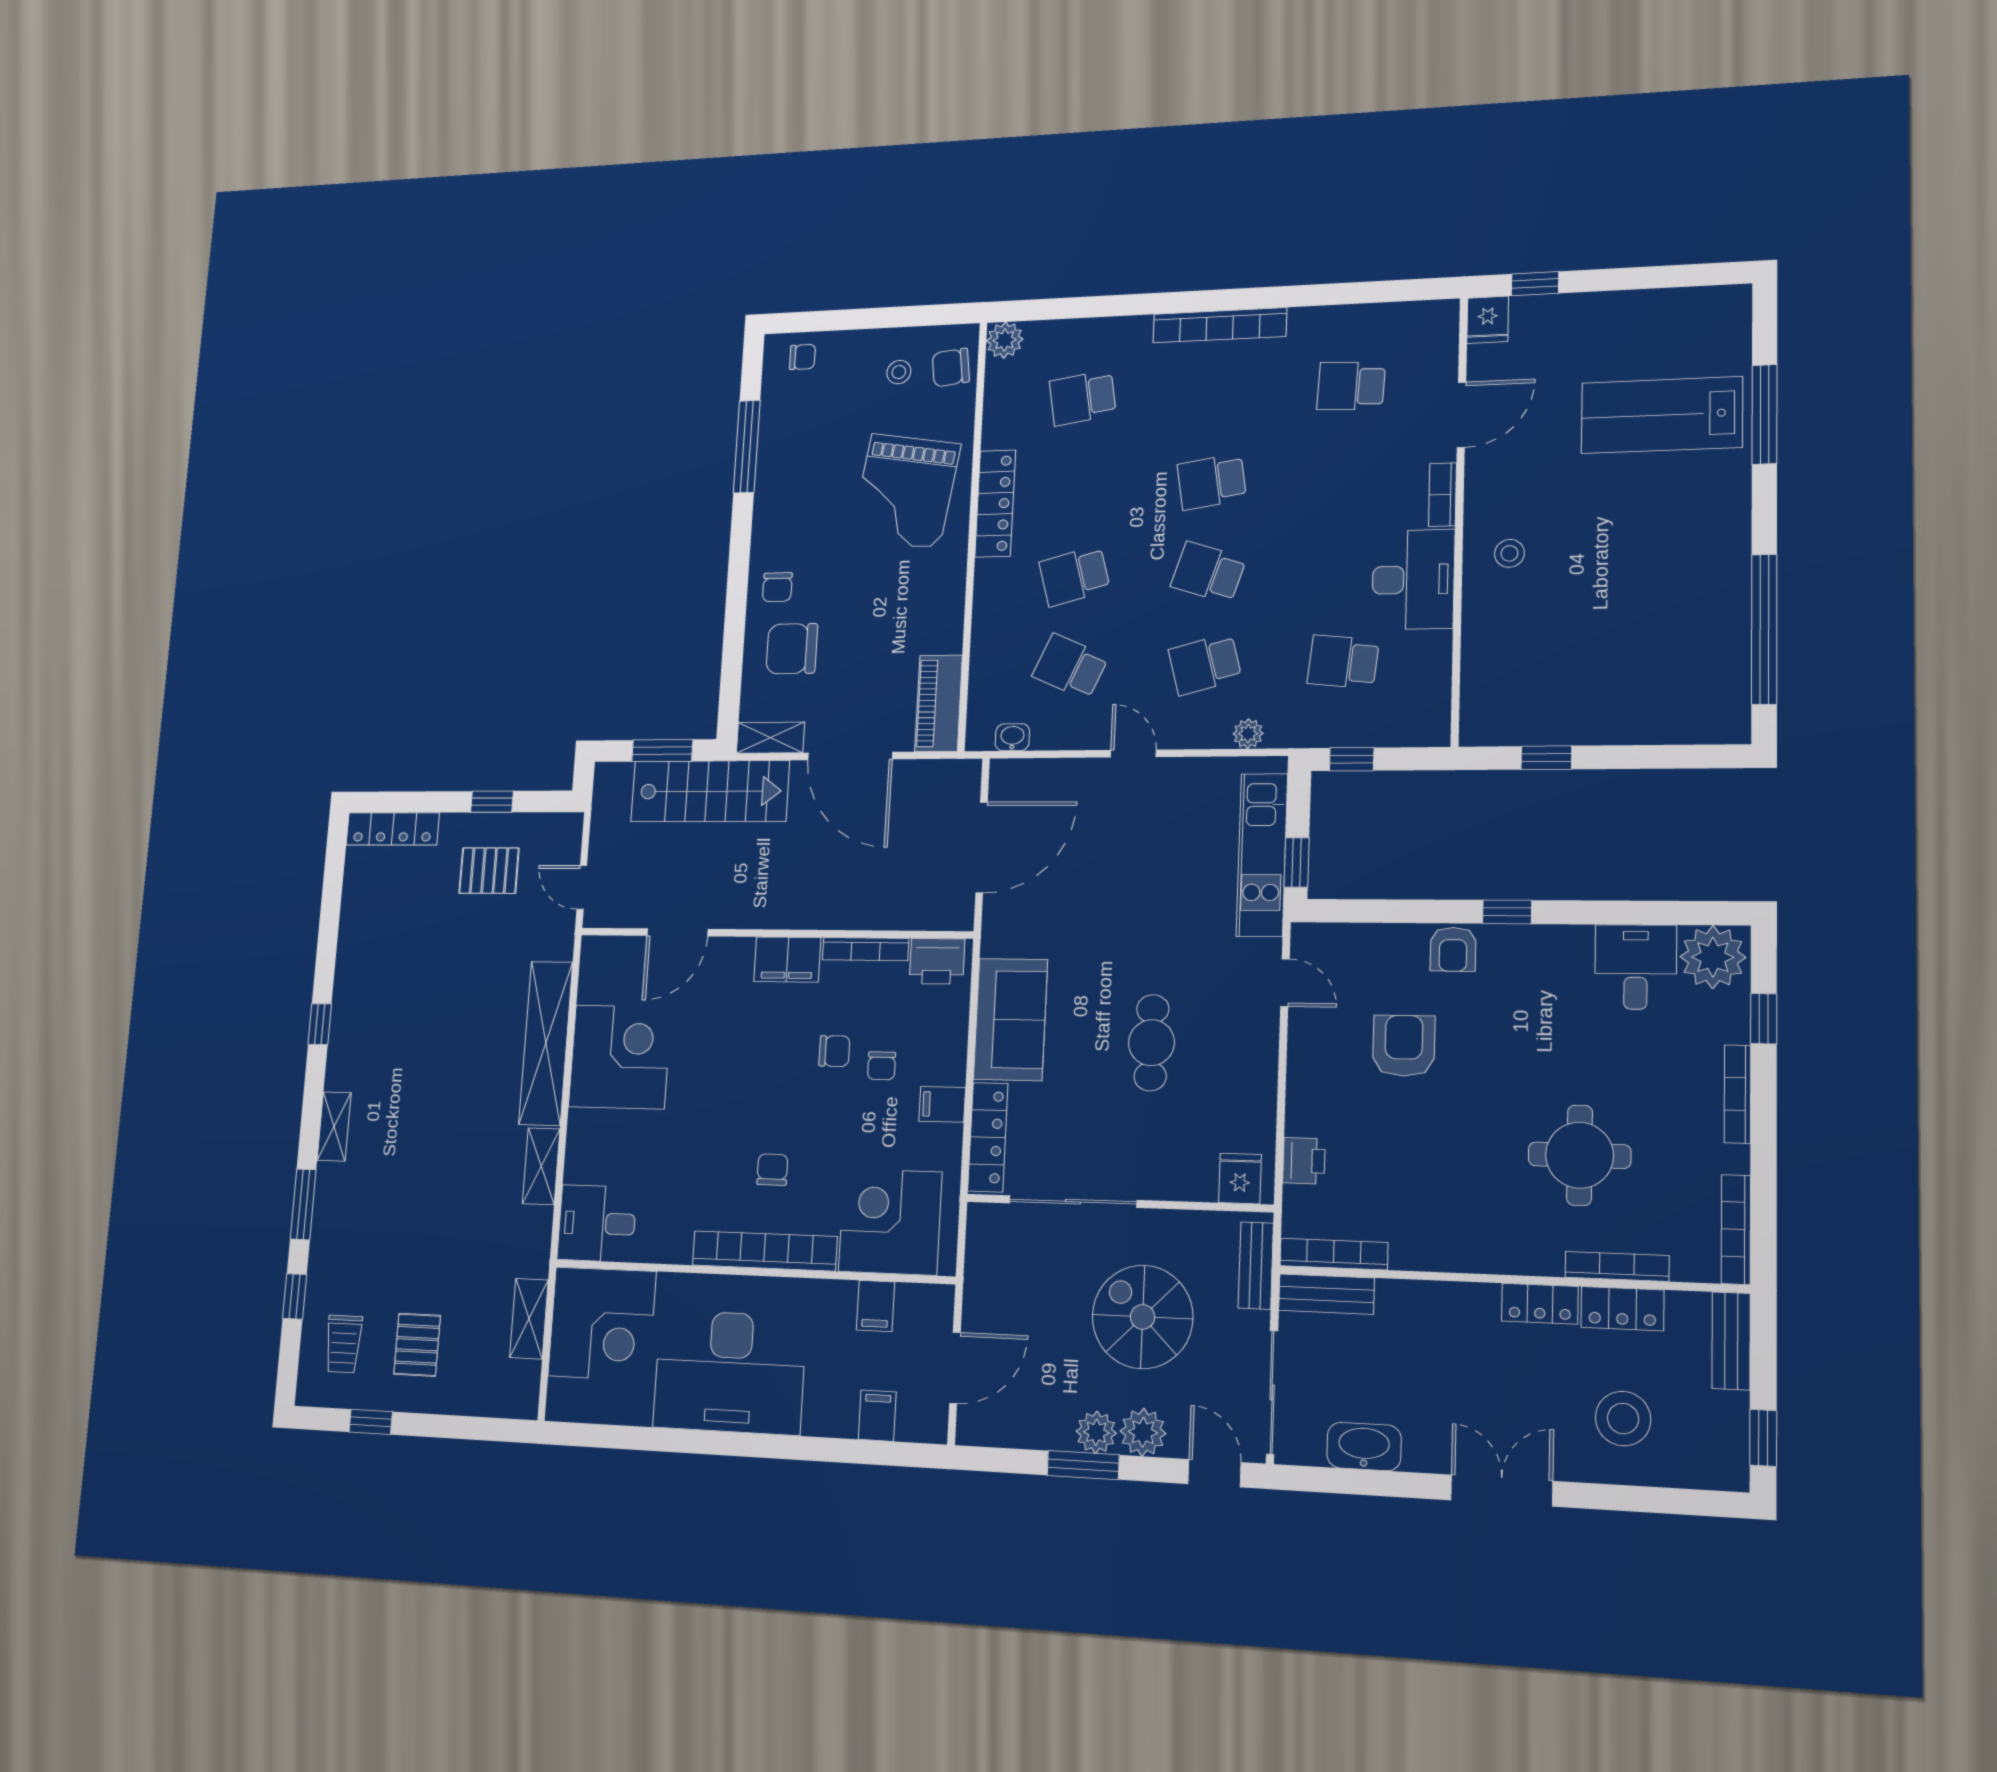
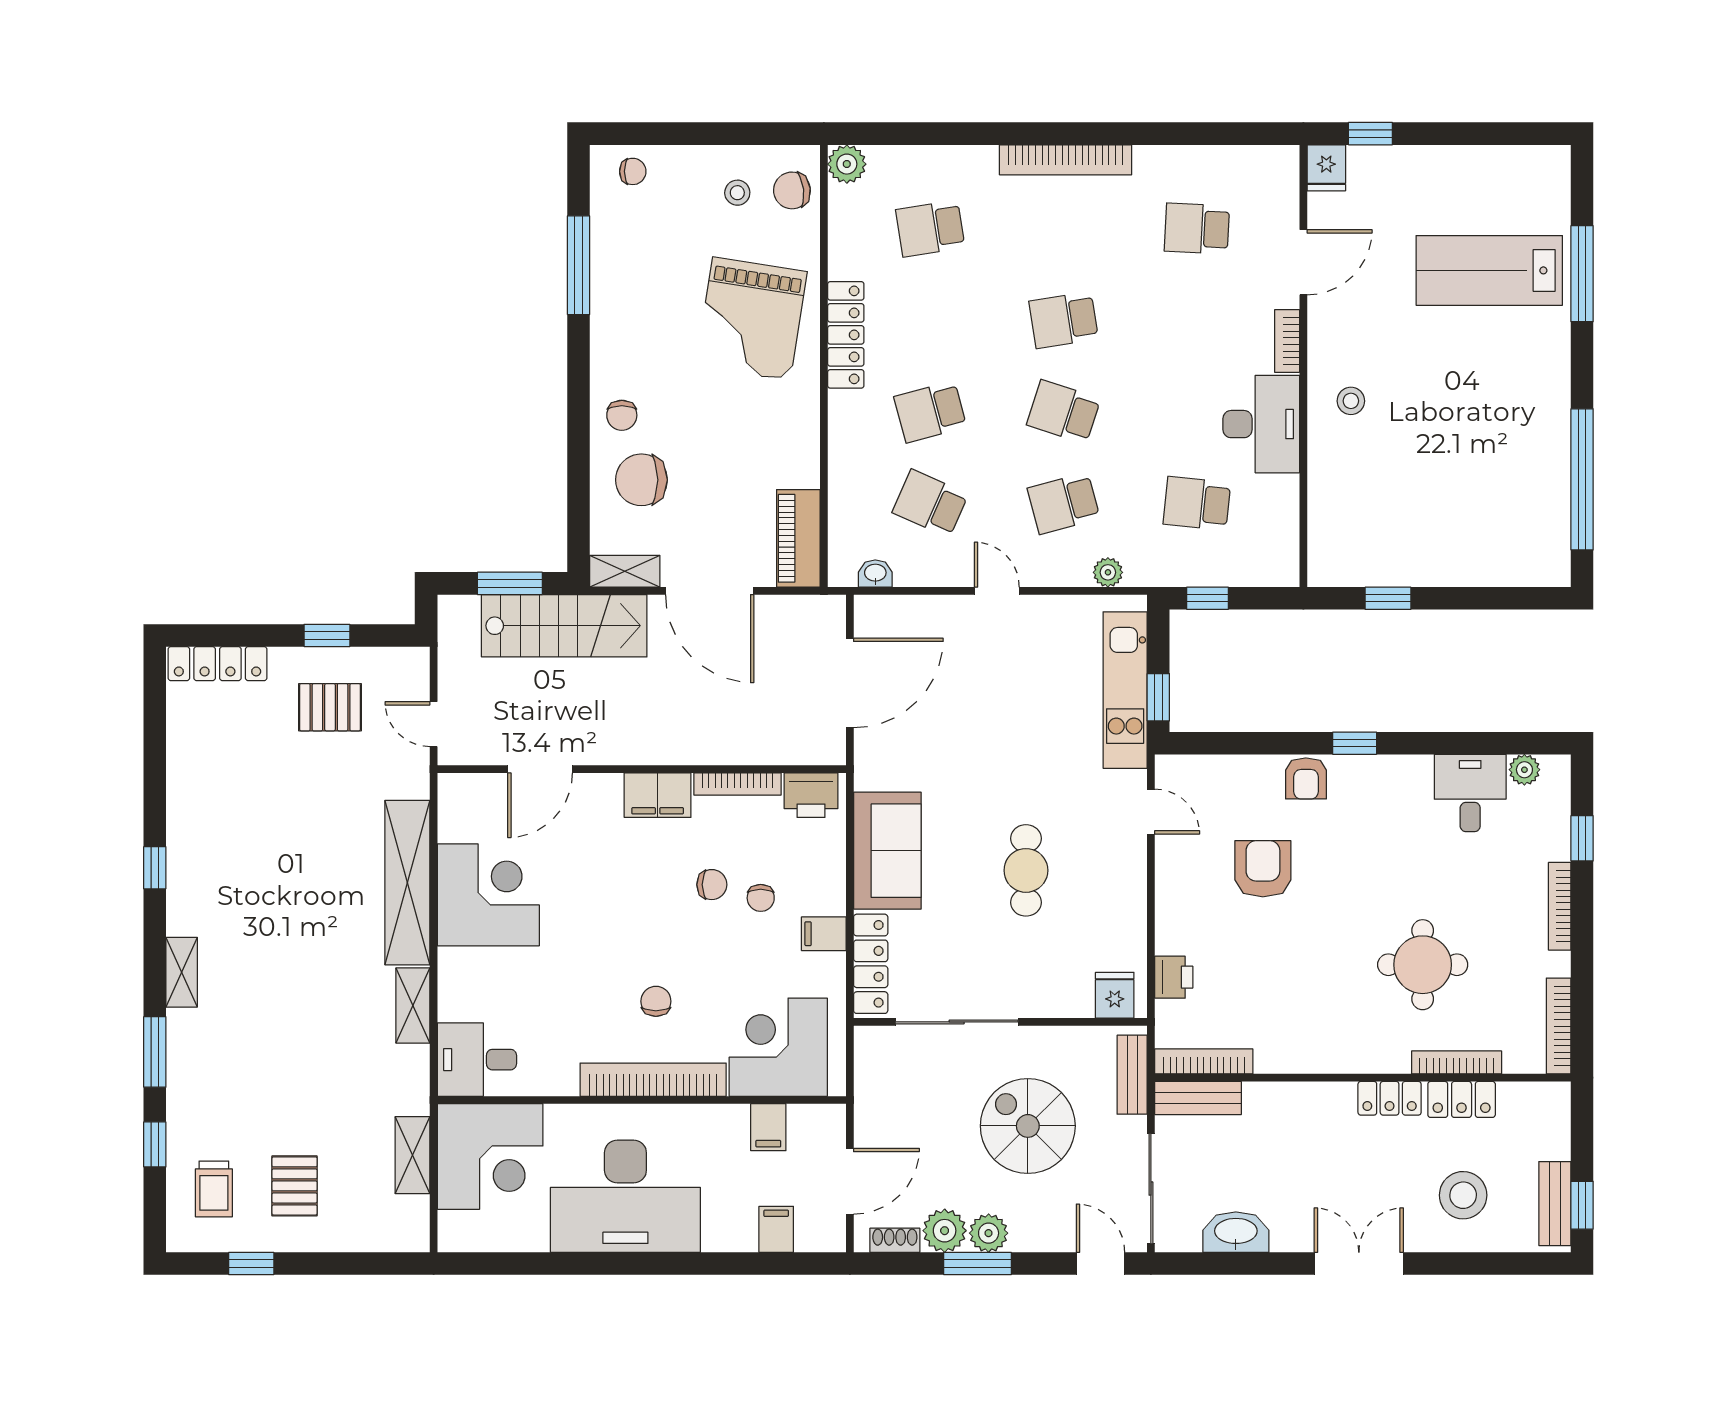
plant: (1713, 957) -> (1524, 770), width x0.53, depth x0.53
bench: (1731, 1341) -> (1555, 1204), moved
plant: (1143, 1432) -> (945, 1231), moved
shoe rack: (998, 1434) -> (895, 1240), added

